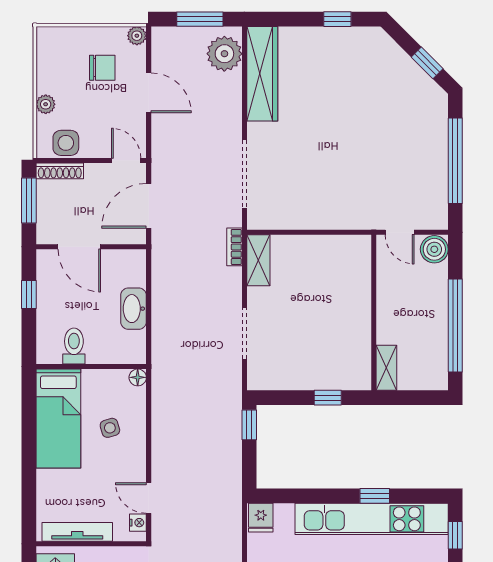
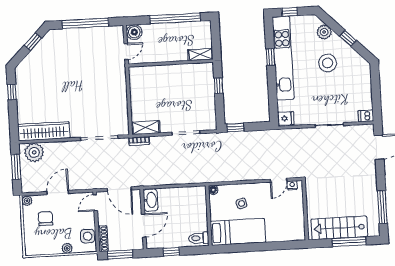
washbasin: (134, 309) -> (151, 200), moved, turned -90
toilet: (74, 346) -> (199, 238), moved
tv unit: (77, 532) -> (299, 218), removed

